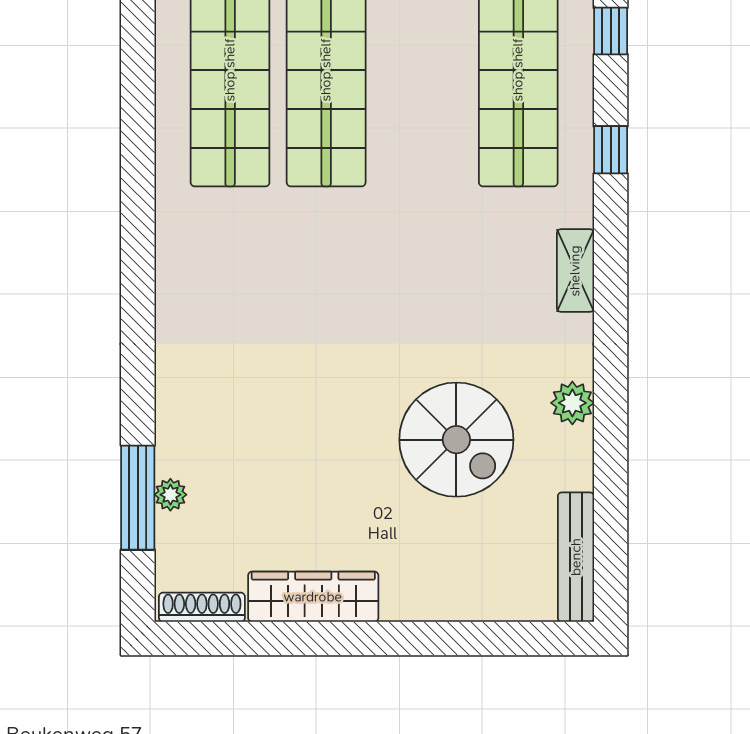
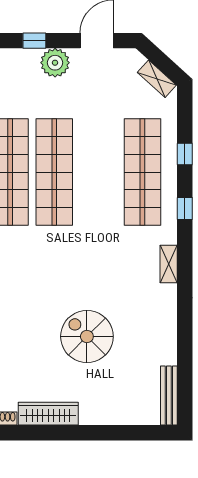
plant: (572, 403) -> (167, 325), removed
spiral stairs: (456, 440) -> (87, 336), moved, turned 180

